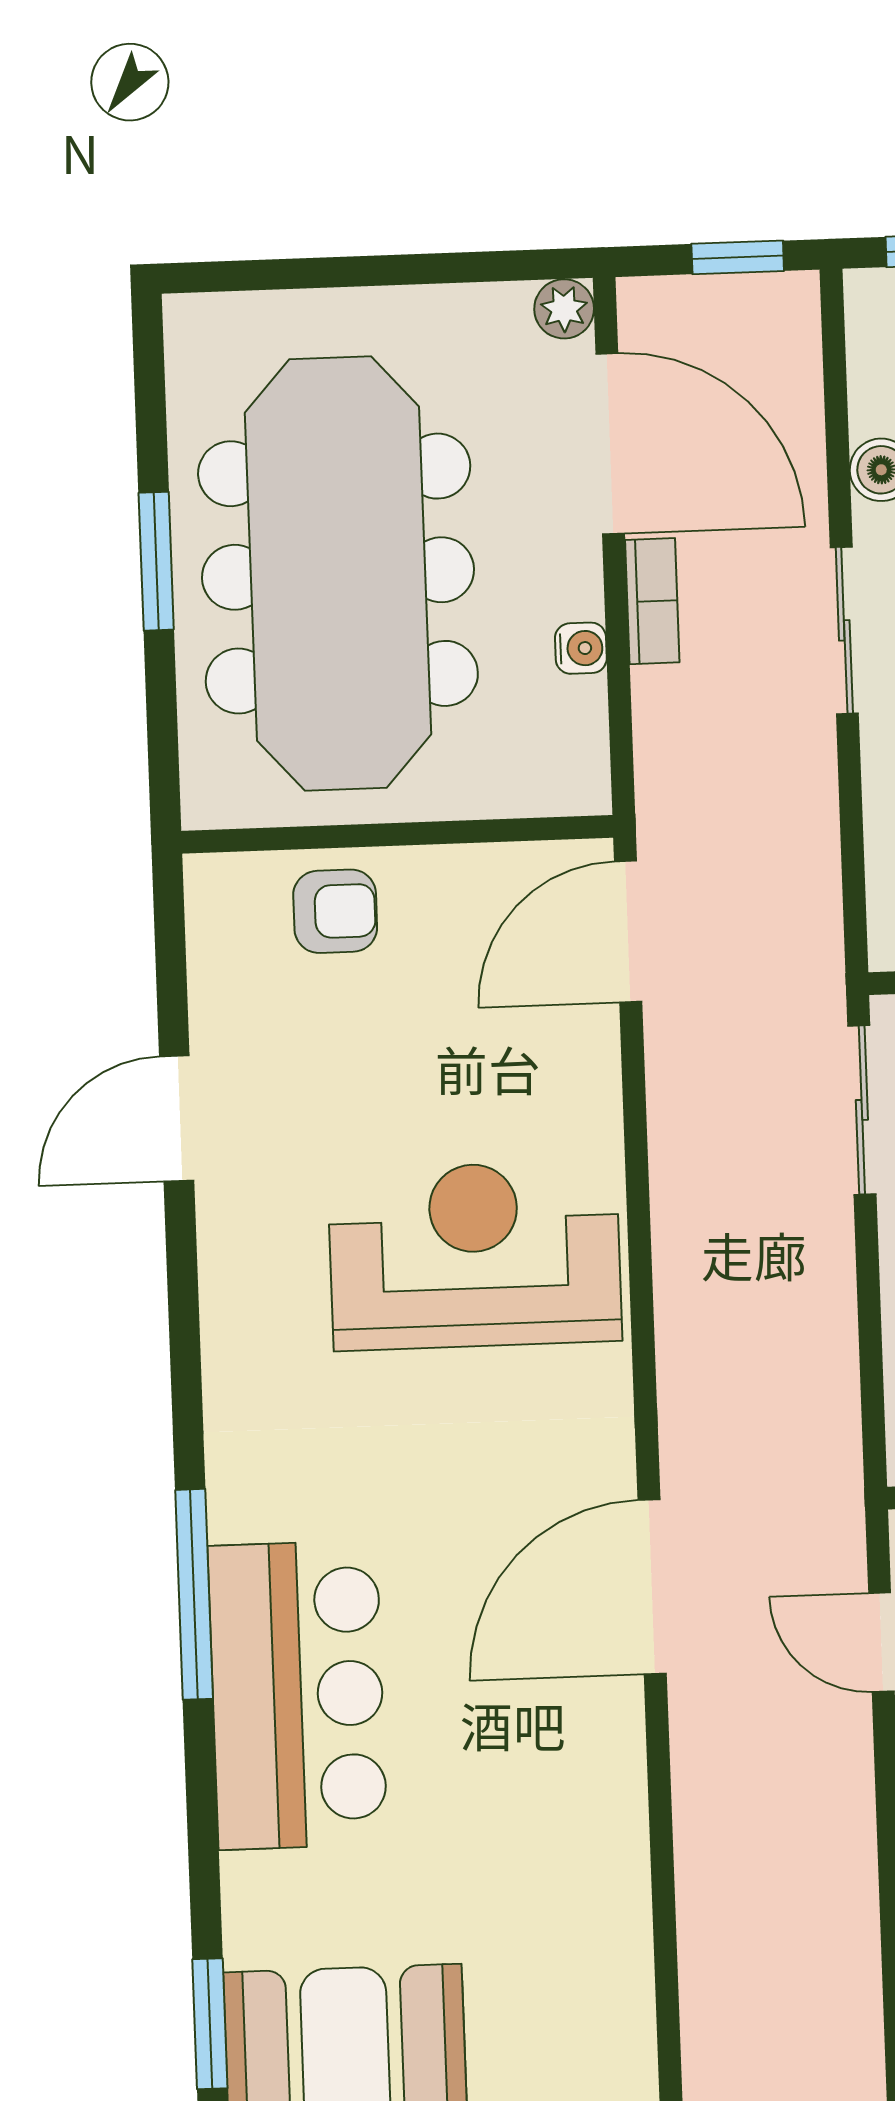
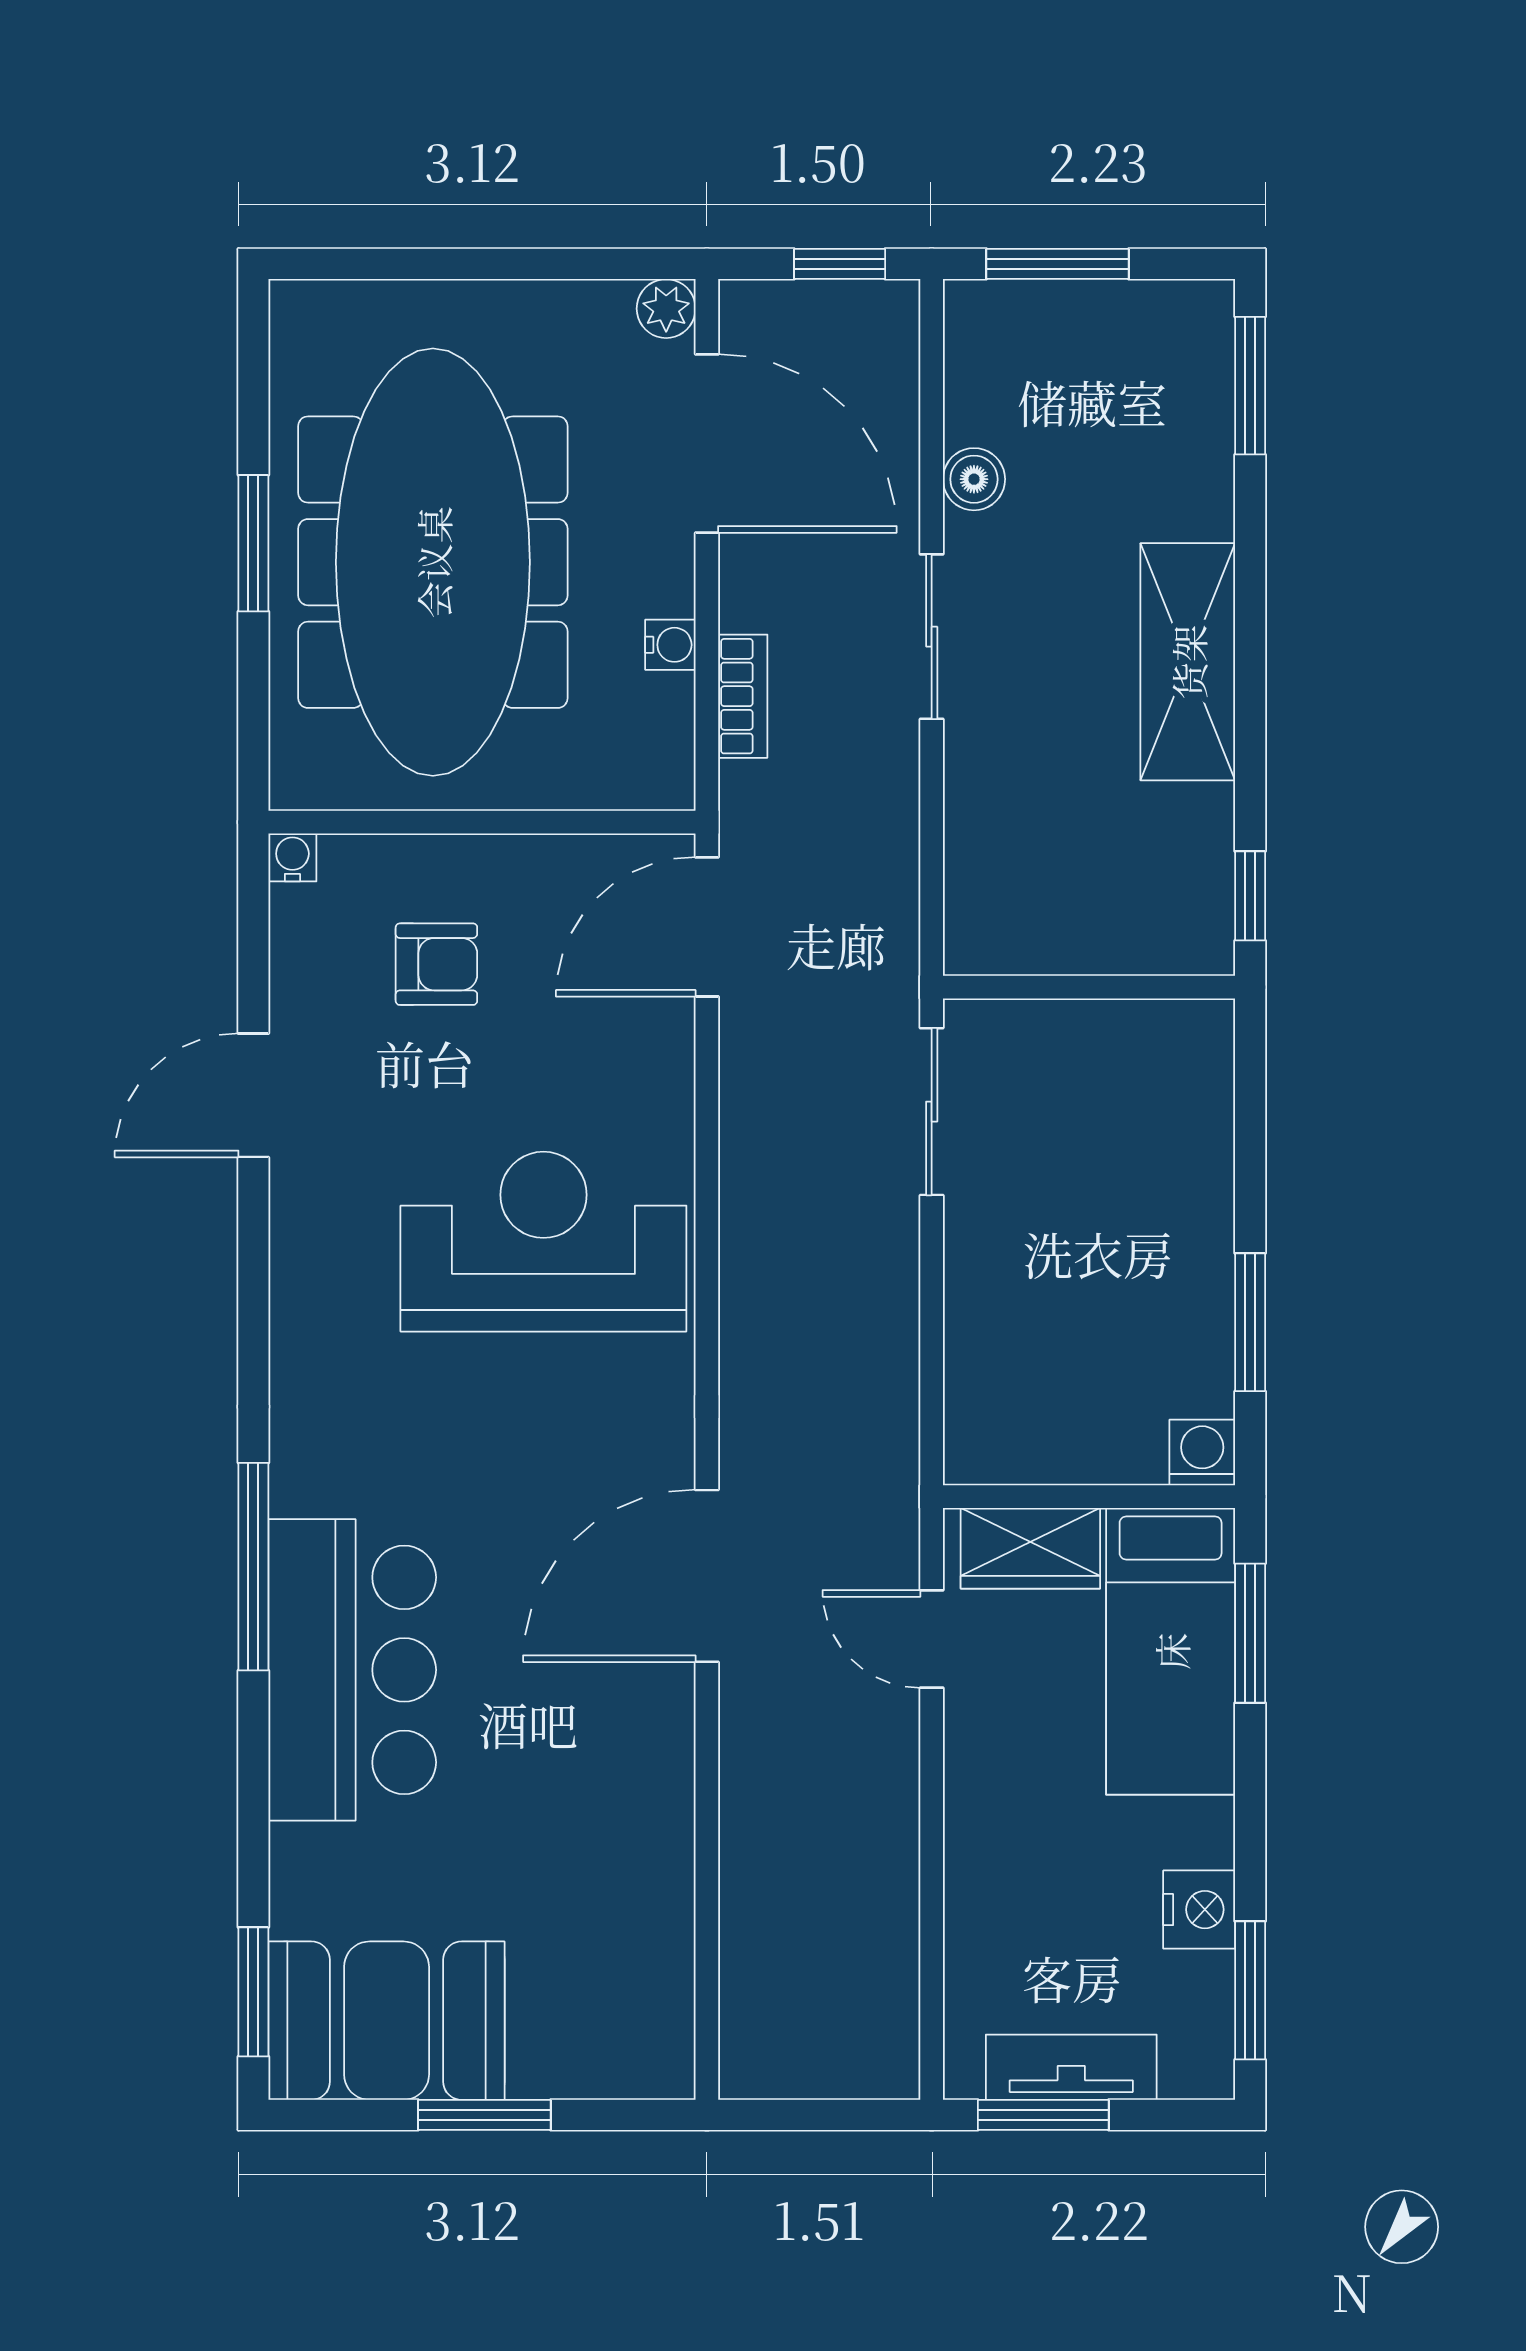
bookcase: (652, 601) -> (743, 696), moved
water cooler: (207, 877) -> (292, 857), added
armchair: (335, 911) -> (436, 964), moved

